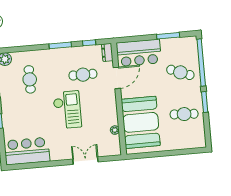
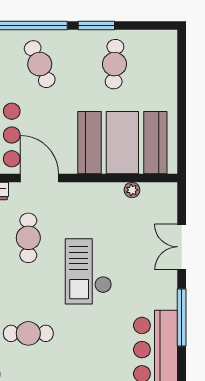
cafe table: (180, 72) -> (40, 64), turned -45
checkout: (67, 110) -> (88, 271), turned -90
window: (46, 164) -> (182, 318), added

